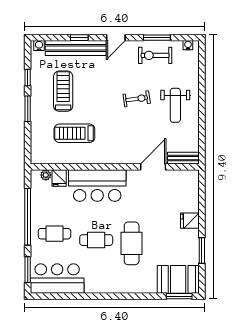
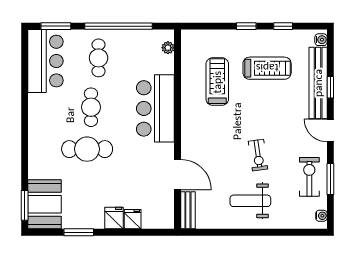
window: (28, 109) -> (246, 26), width x0.67
fridge: (59, 178) -> (133, 219), moved, turned 90

